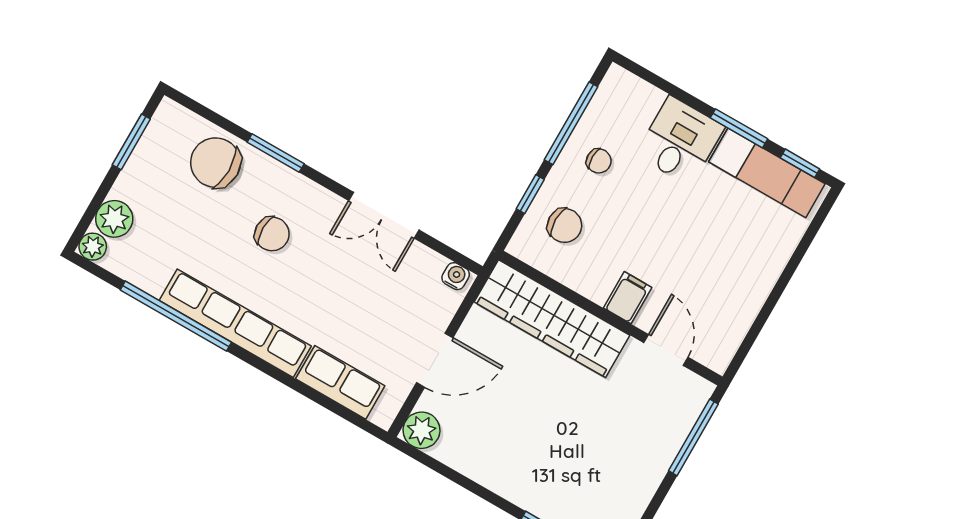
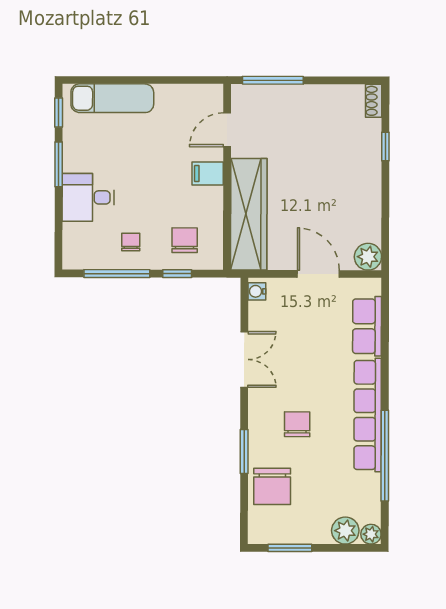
exam couch: (767, 173) -> (112, 98), moved, turned 90

